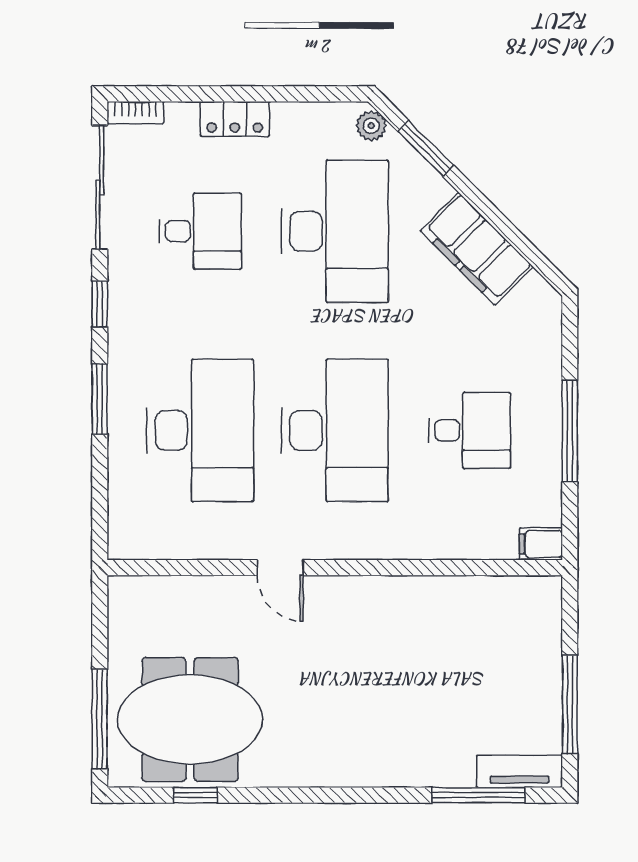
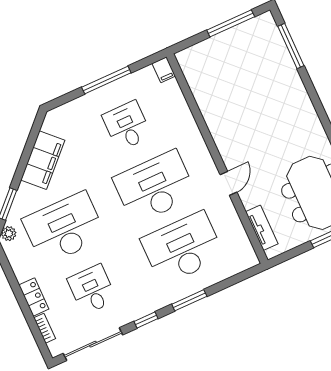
bookcase: (135, 113) -> (45, 328), moved
tv unit: (519, 771) -> (262, 228), moved, turned 180

